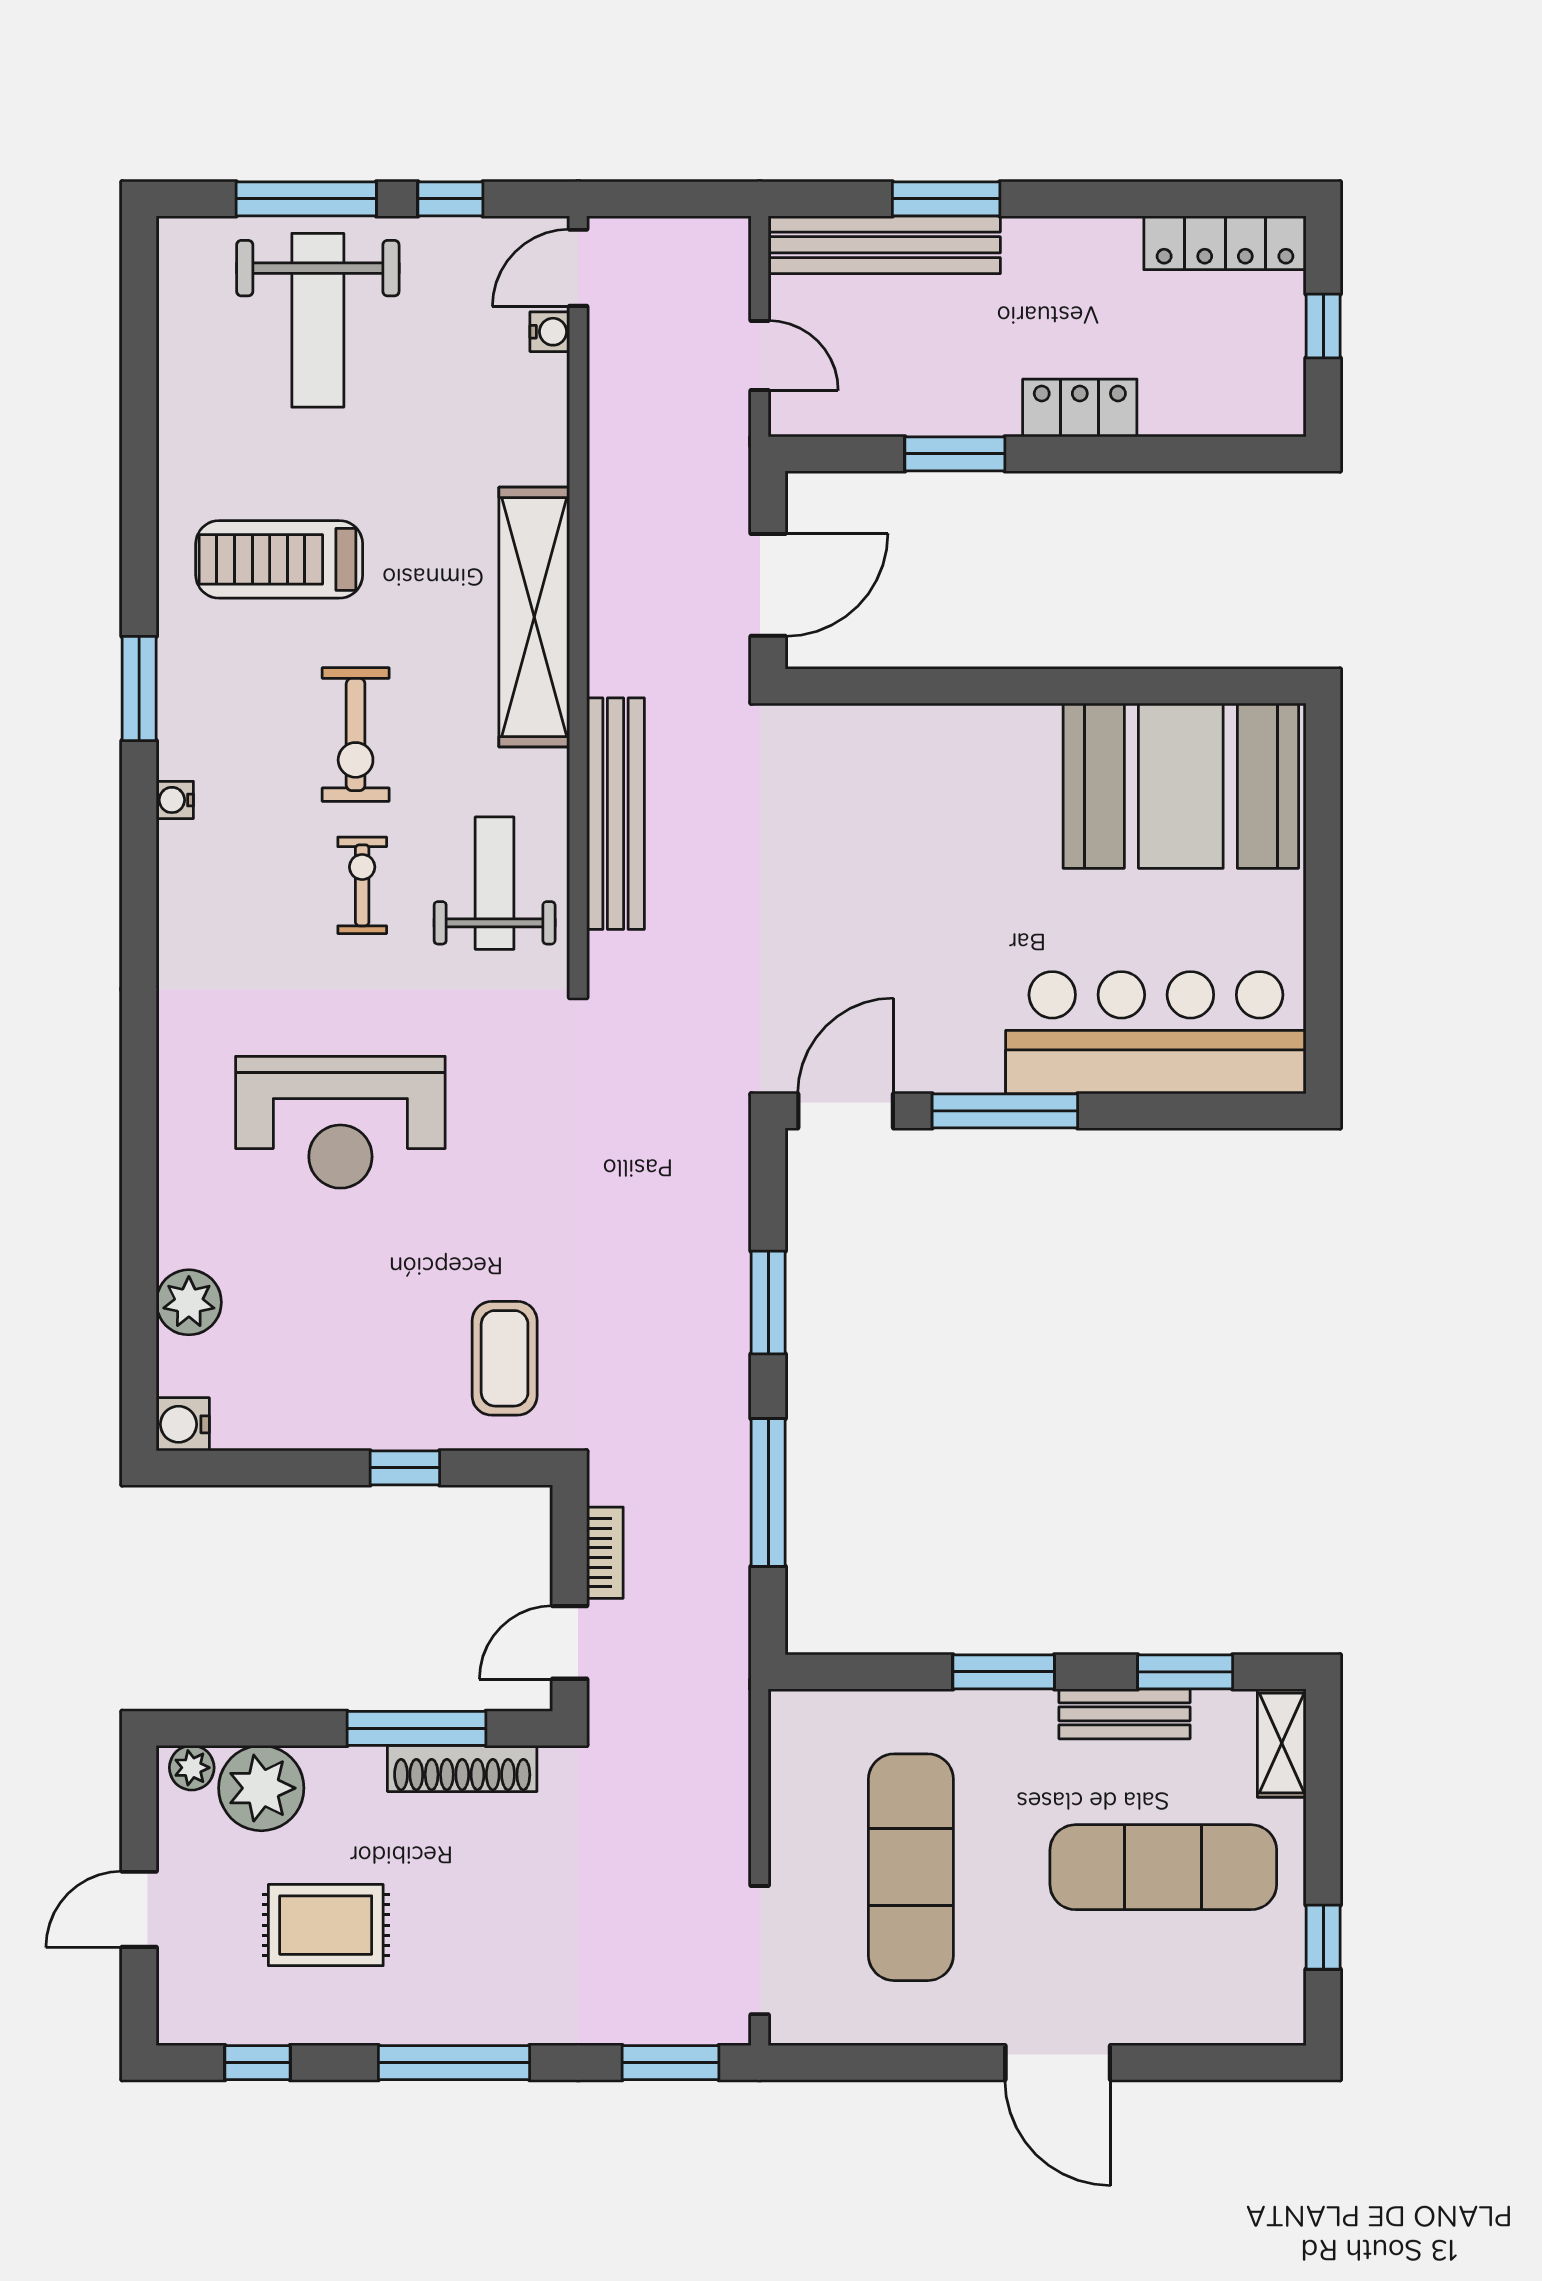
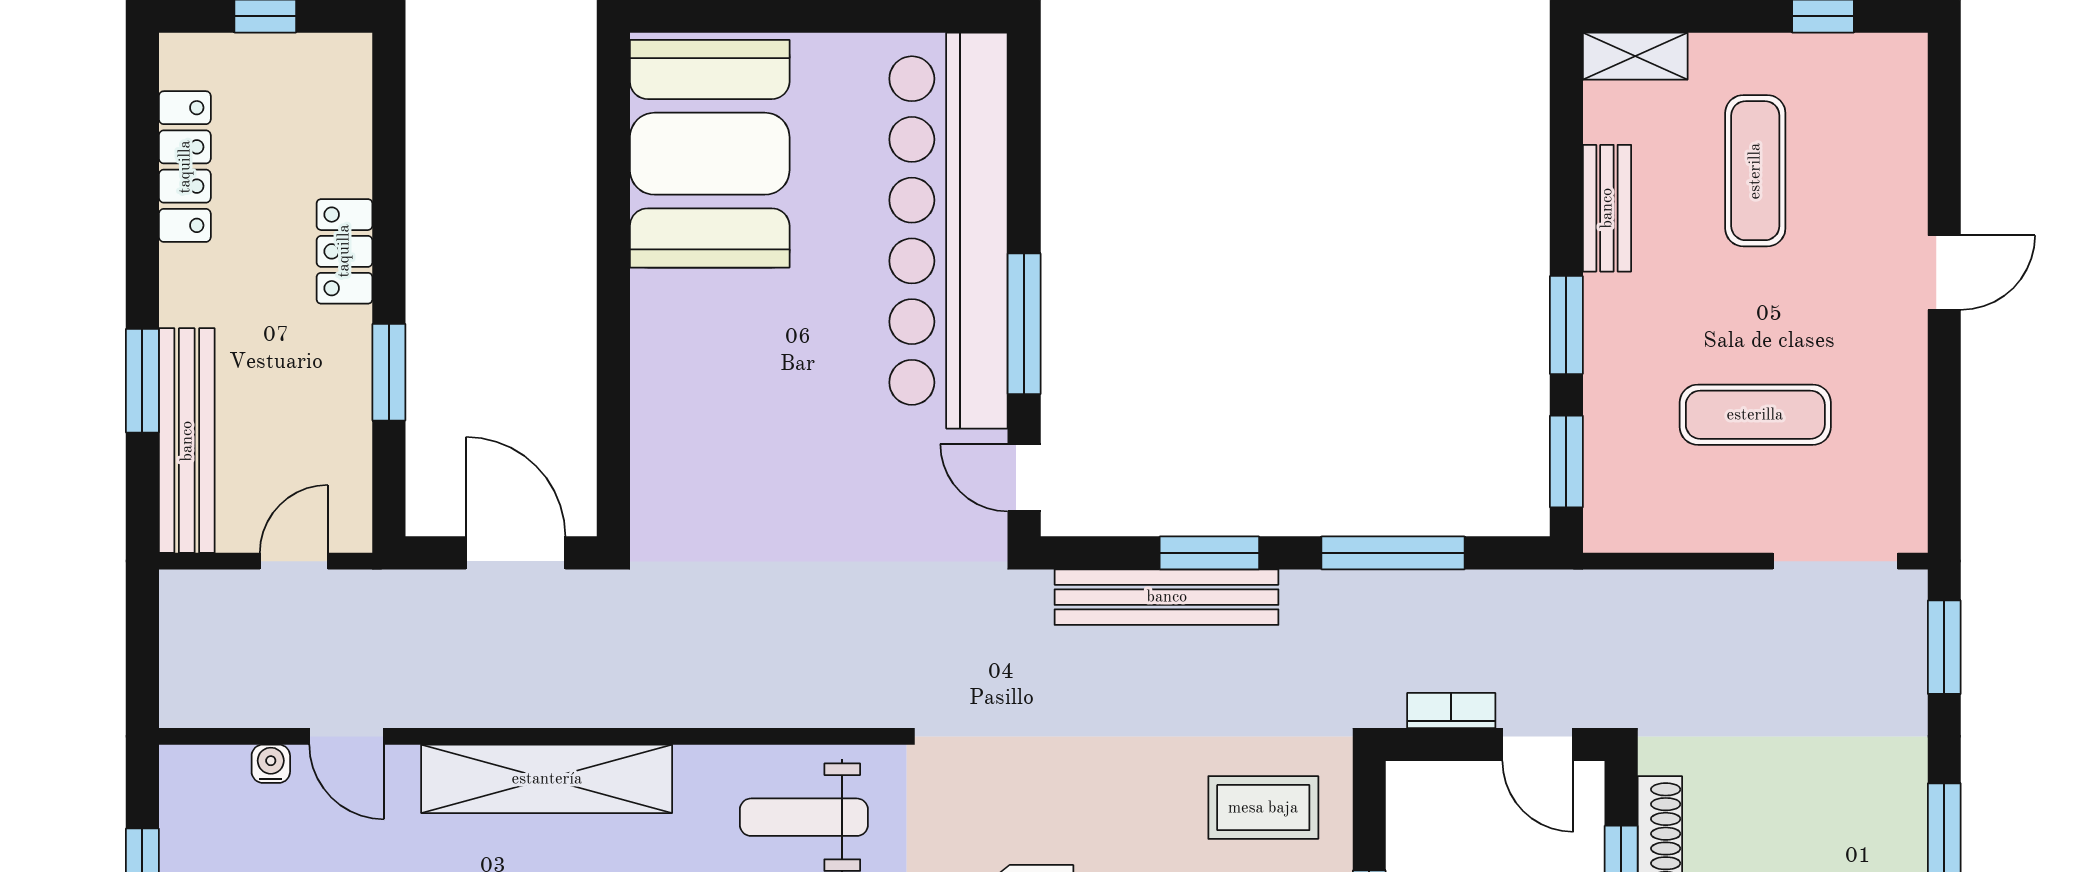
locker: (1225, 243) -> (185, 167), moved
door: (578, 268) -> (347, 736), moved
bench: (616, 814) -> (1167, 597), moved
bar counter: (1156, 1033) -> (949, 231), width x1.36
door: (846, 1111) -> (1024, 478), width x0.73
window: (1185, 1672) -> (1566, 461), moved
exercise mat: (911, 1867) -> (1755, 415), width x0.73, depth x0.69
exercise mat: (1163, 1867) -> (1755, 171), width x0.73, depth x0.69
door: (1058, 2063) -> (1944, 273), width x0.73

